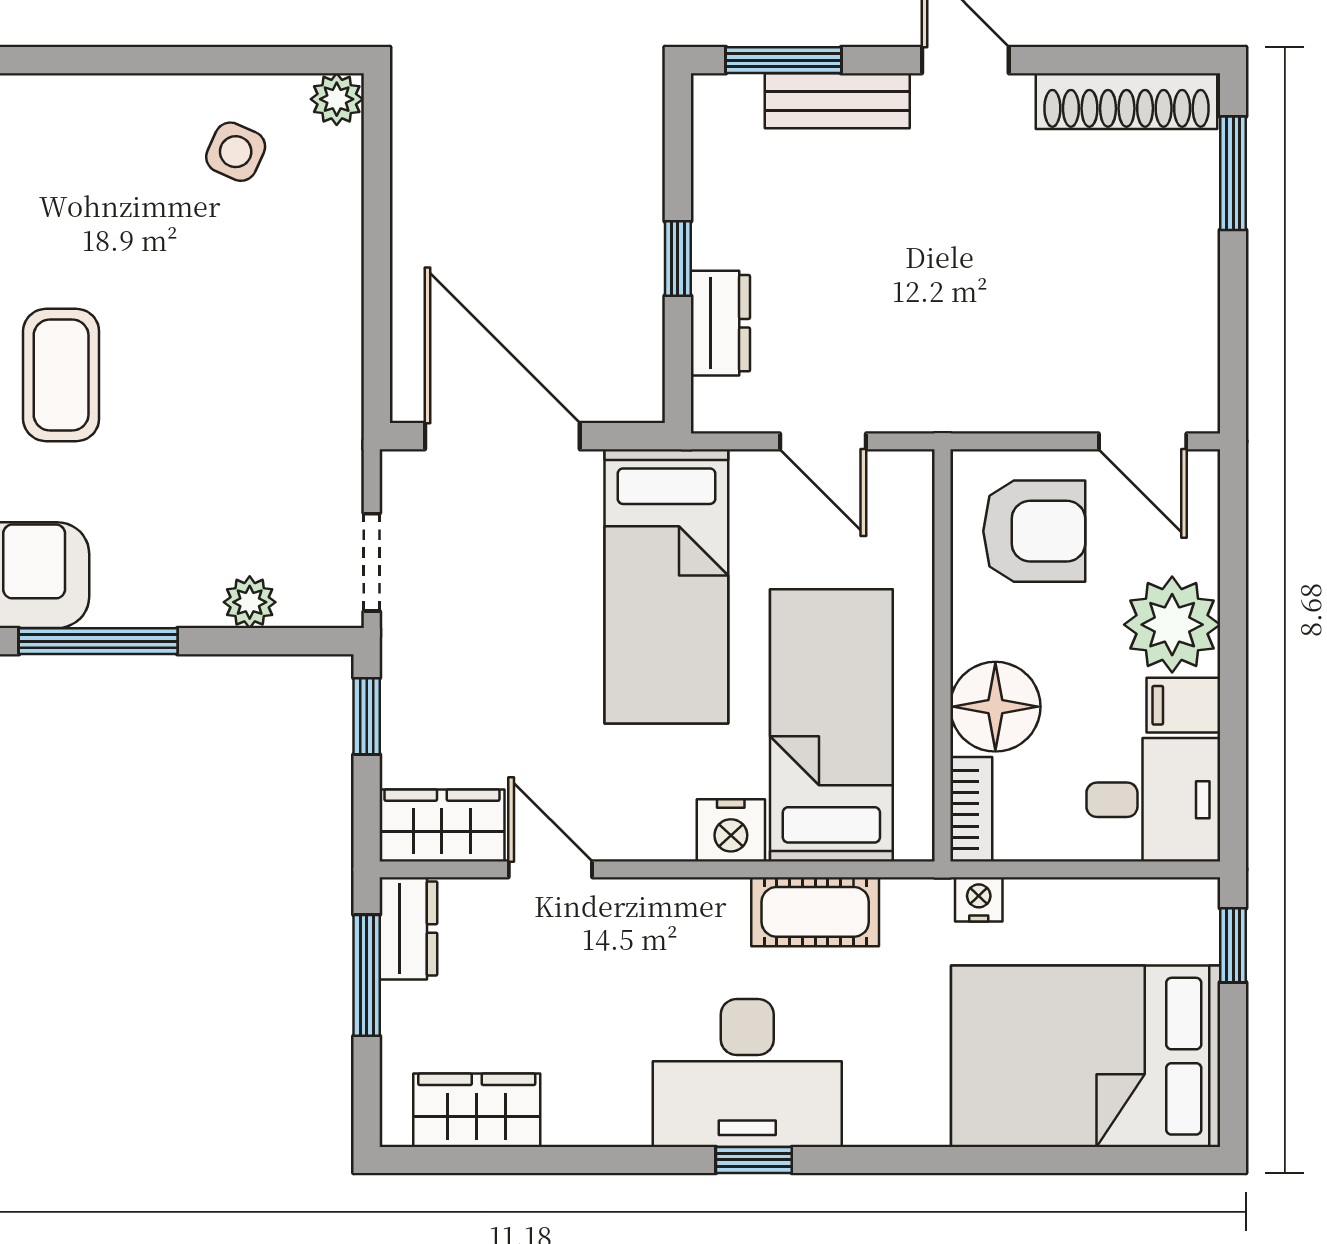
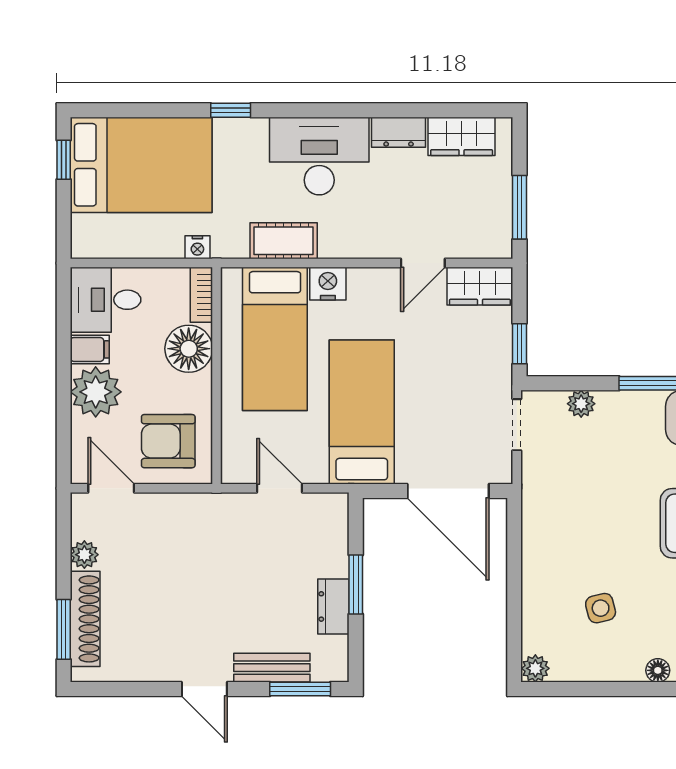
floor lamp: (104, 95) -> (658, 670), added
shoe rack: (1127, 101) -> (85, 619), moved, turned 90
side table: (236, 152) -> (601, 608), moved, turned -38
window: (678, 259) -> (356, 585), width x1.50
plant: (1194, 315) -> (84, 555), added
dresser: (720, 323) -> (333, 606), moved
door: (550, 869) -> (423, 263), hinge flipped
dresser: (408, 928) -> (399, 132), moved, turned -90
window: (1233, 945) -> (64, 160), moved
window: (754, 1160) -> (231, 110), moved

